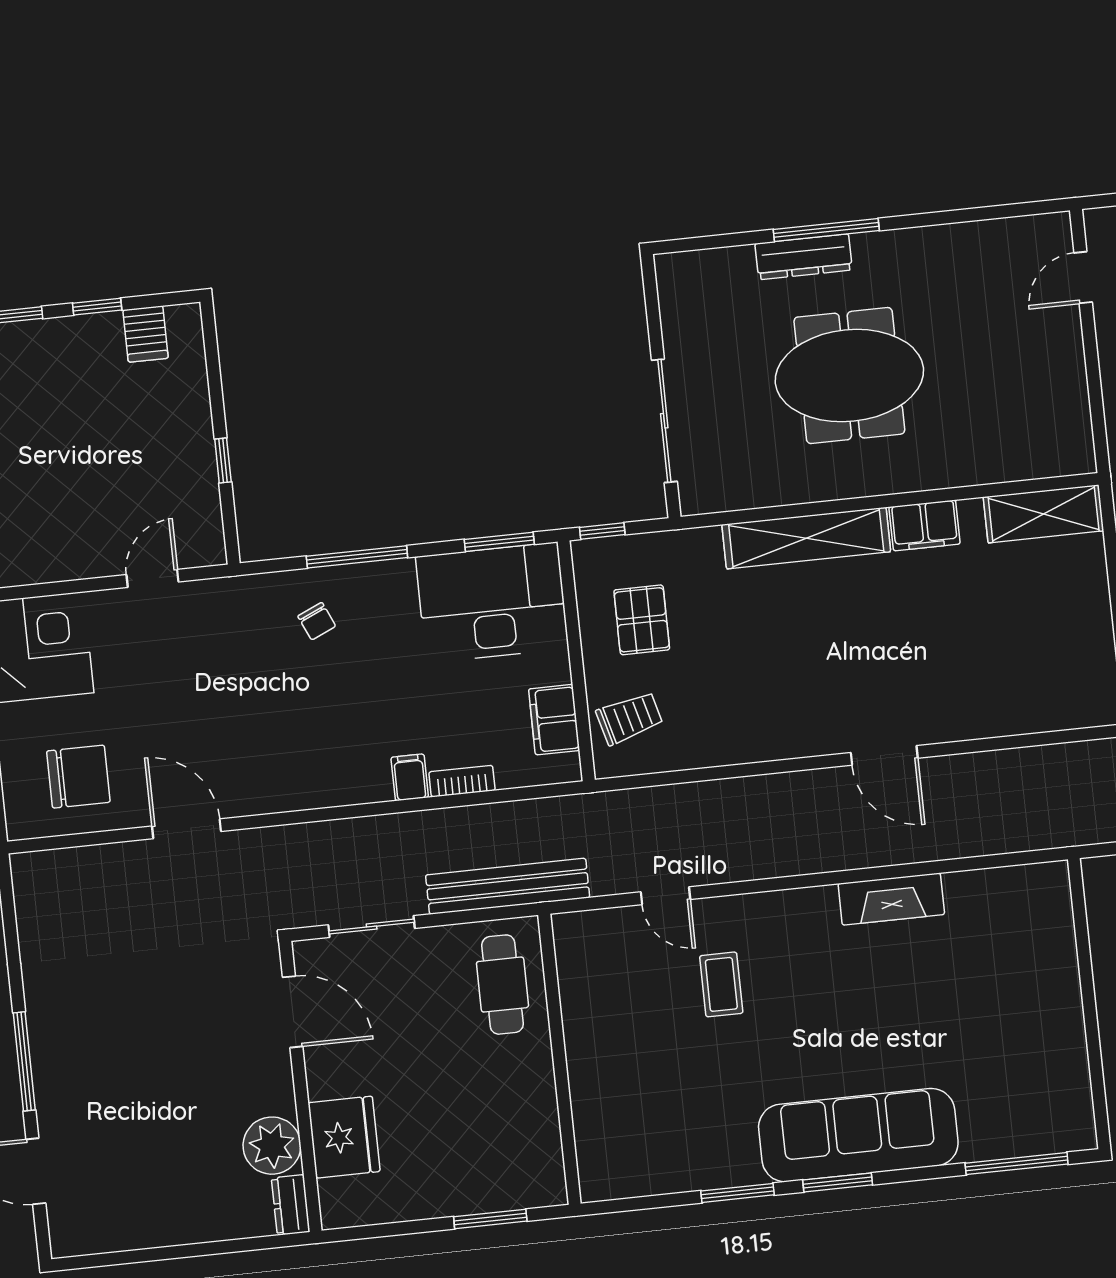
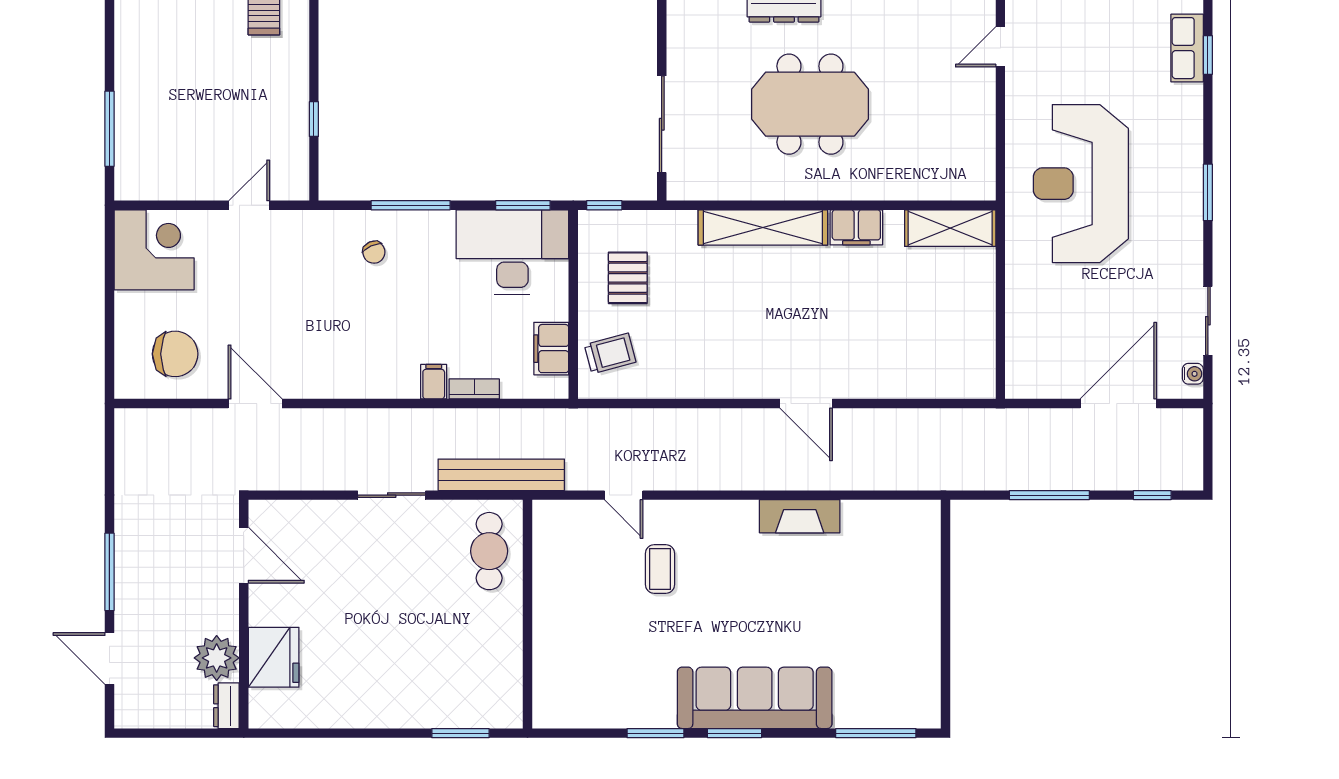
door: (293, 1012) -> (244, 555), moved
wall: (300, 1086) -> (244, 614), moved
fridge: (344, 1137) -> (274, 657), moved
plant: (272, 1146) -> (217, 658), moved
dresser: (291, 1205) -> (226, 706), moved

